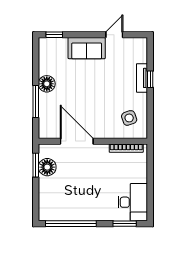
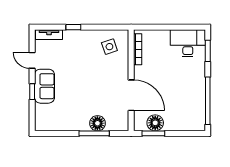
window: (54, 35) -> (32, 92), moved
tv unit: (142, 78) -> (49, 35), moved
floor lamp: (47, 84) -> (97, 123), moved
door: (77, 141) -> (131, 95), swing flipped

